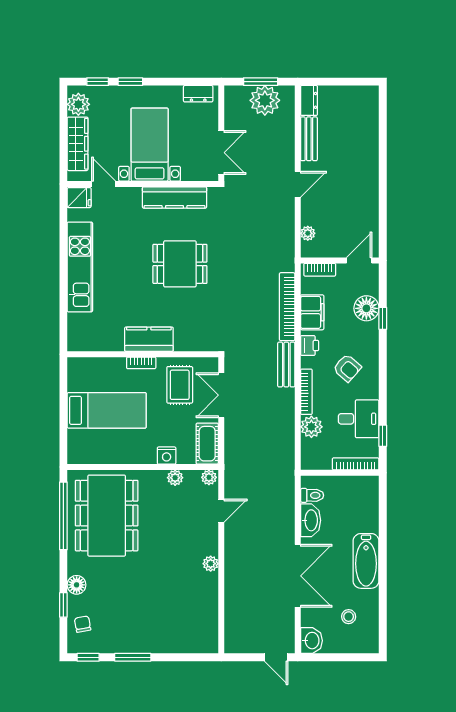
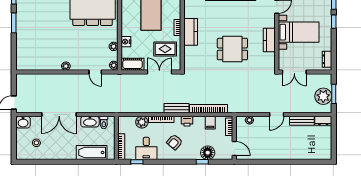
door: (298, 184) -> (277, 114), hinge flipped
kitchen counter: (174, 197) -> (269, 40), width x0.67
dining table: (180, 264) -> (232, 49), turned 90
filing cabinet: (312, 312) -> (210, 123), width x0.50
bathtub: (366, 561) -> (92, 152), moved

